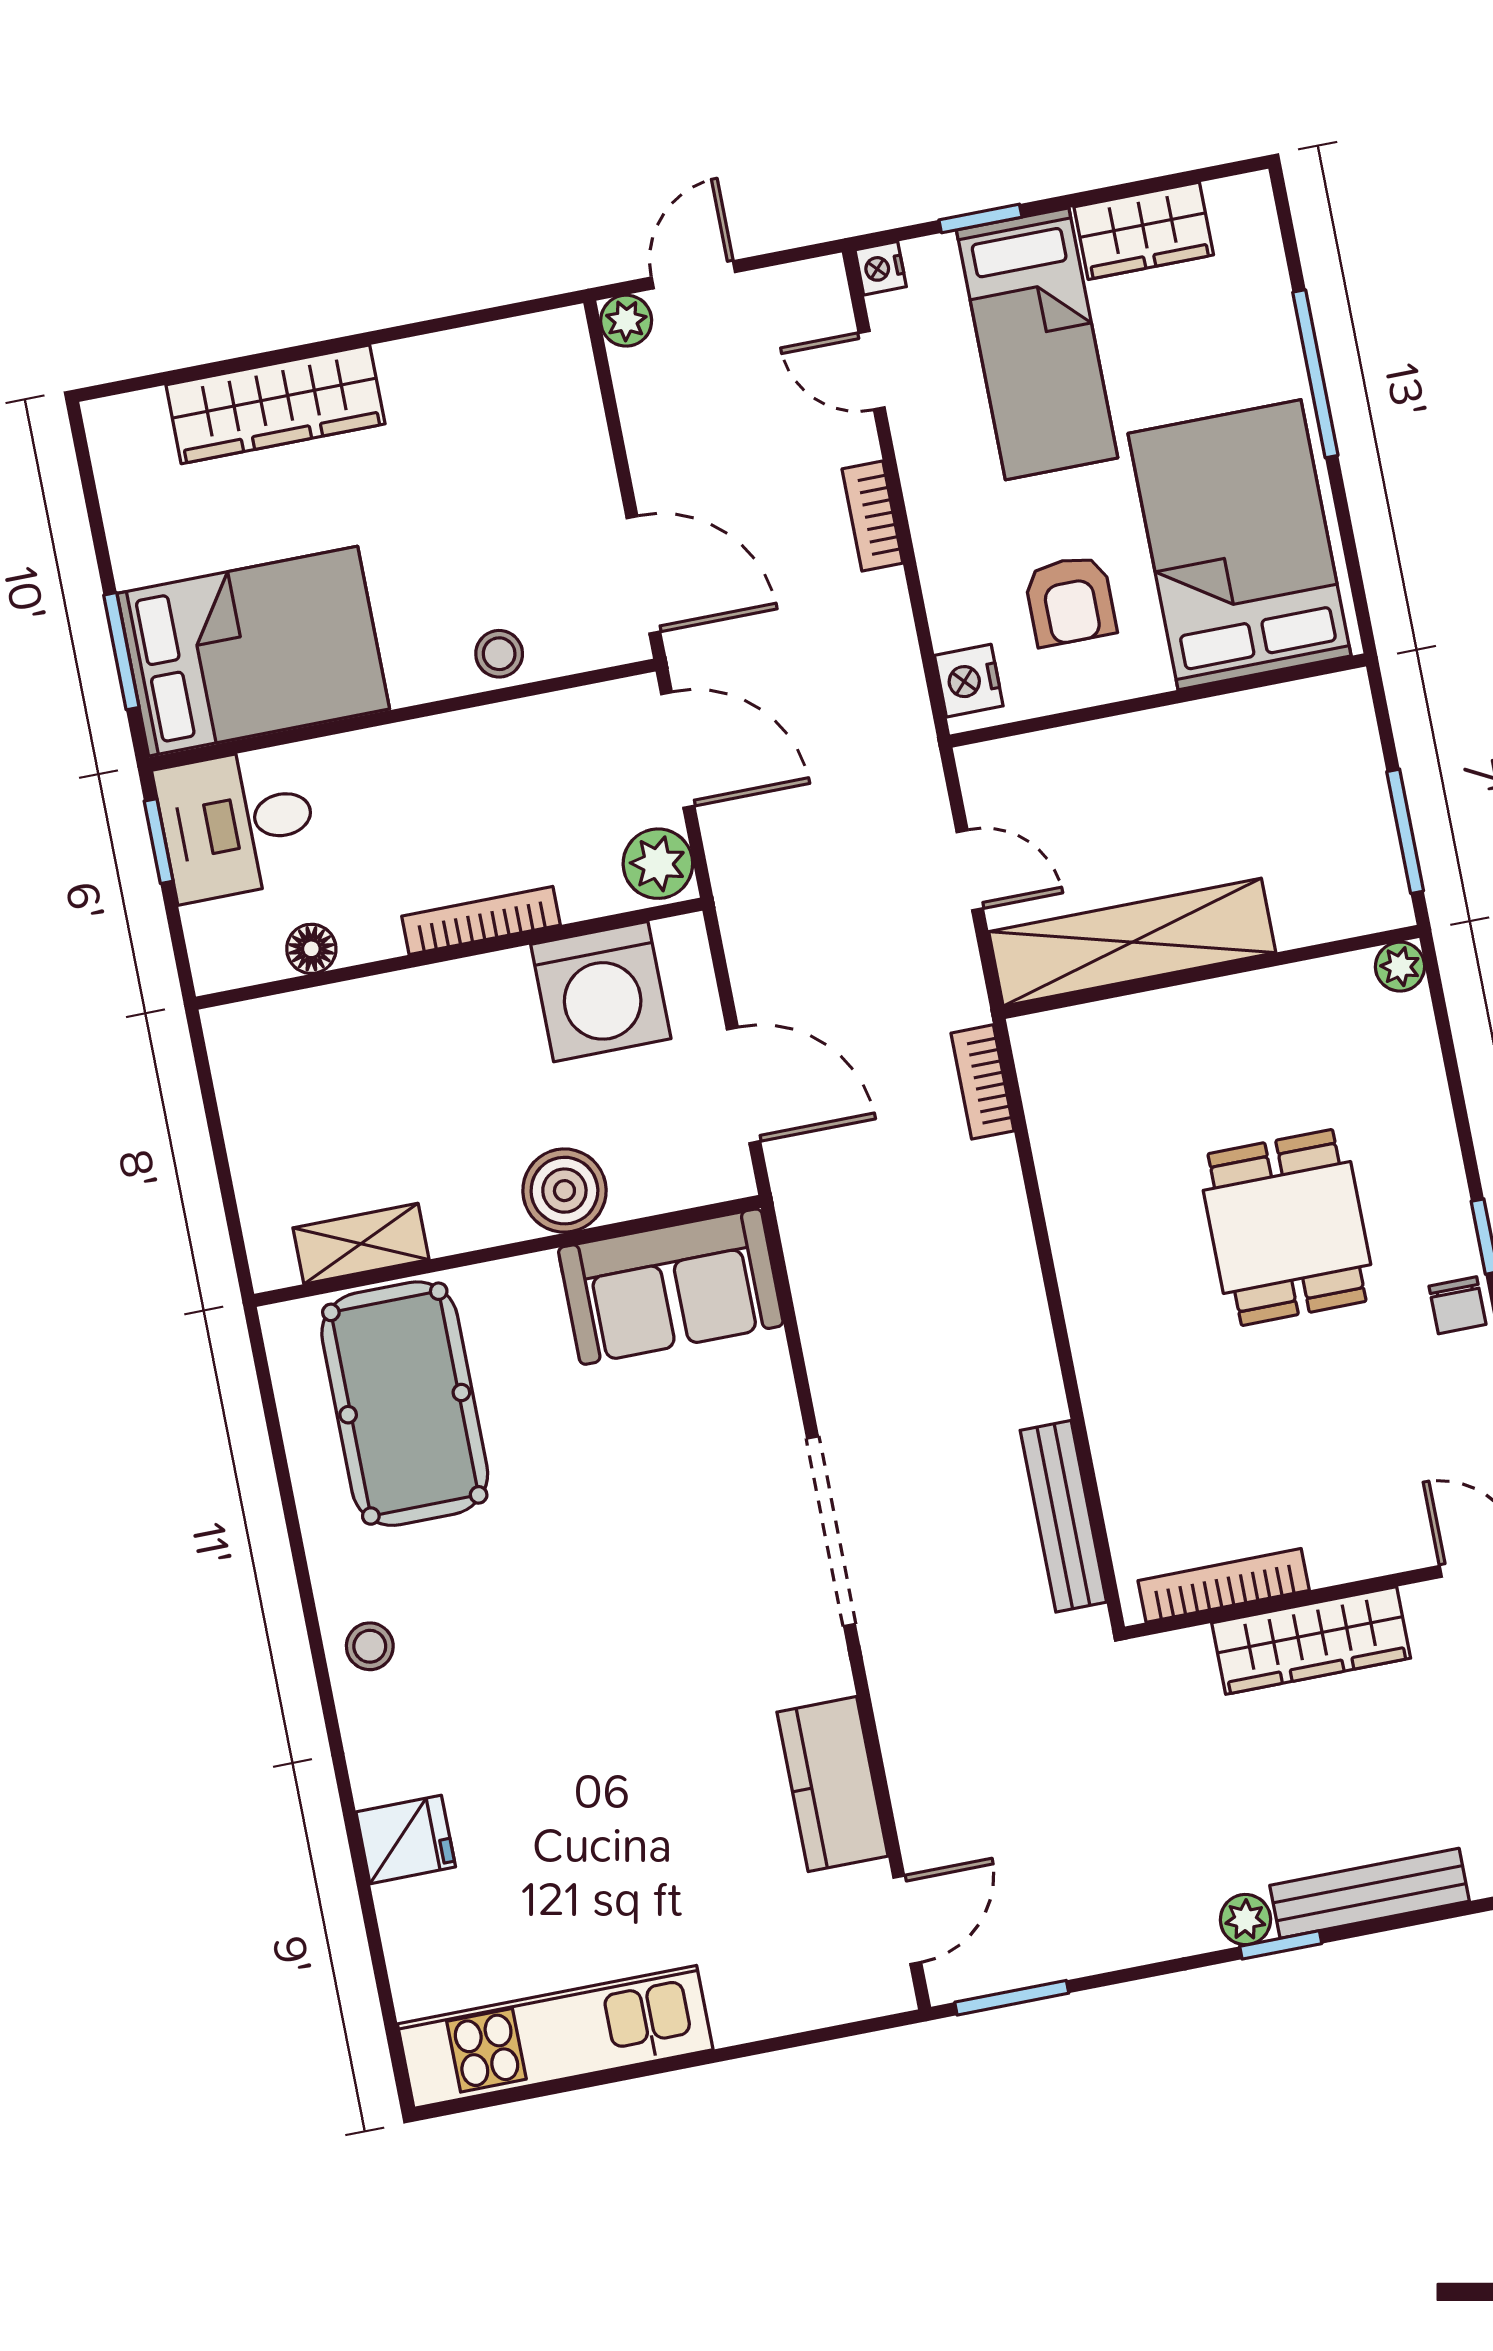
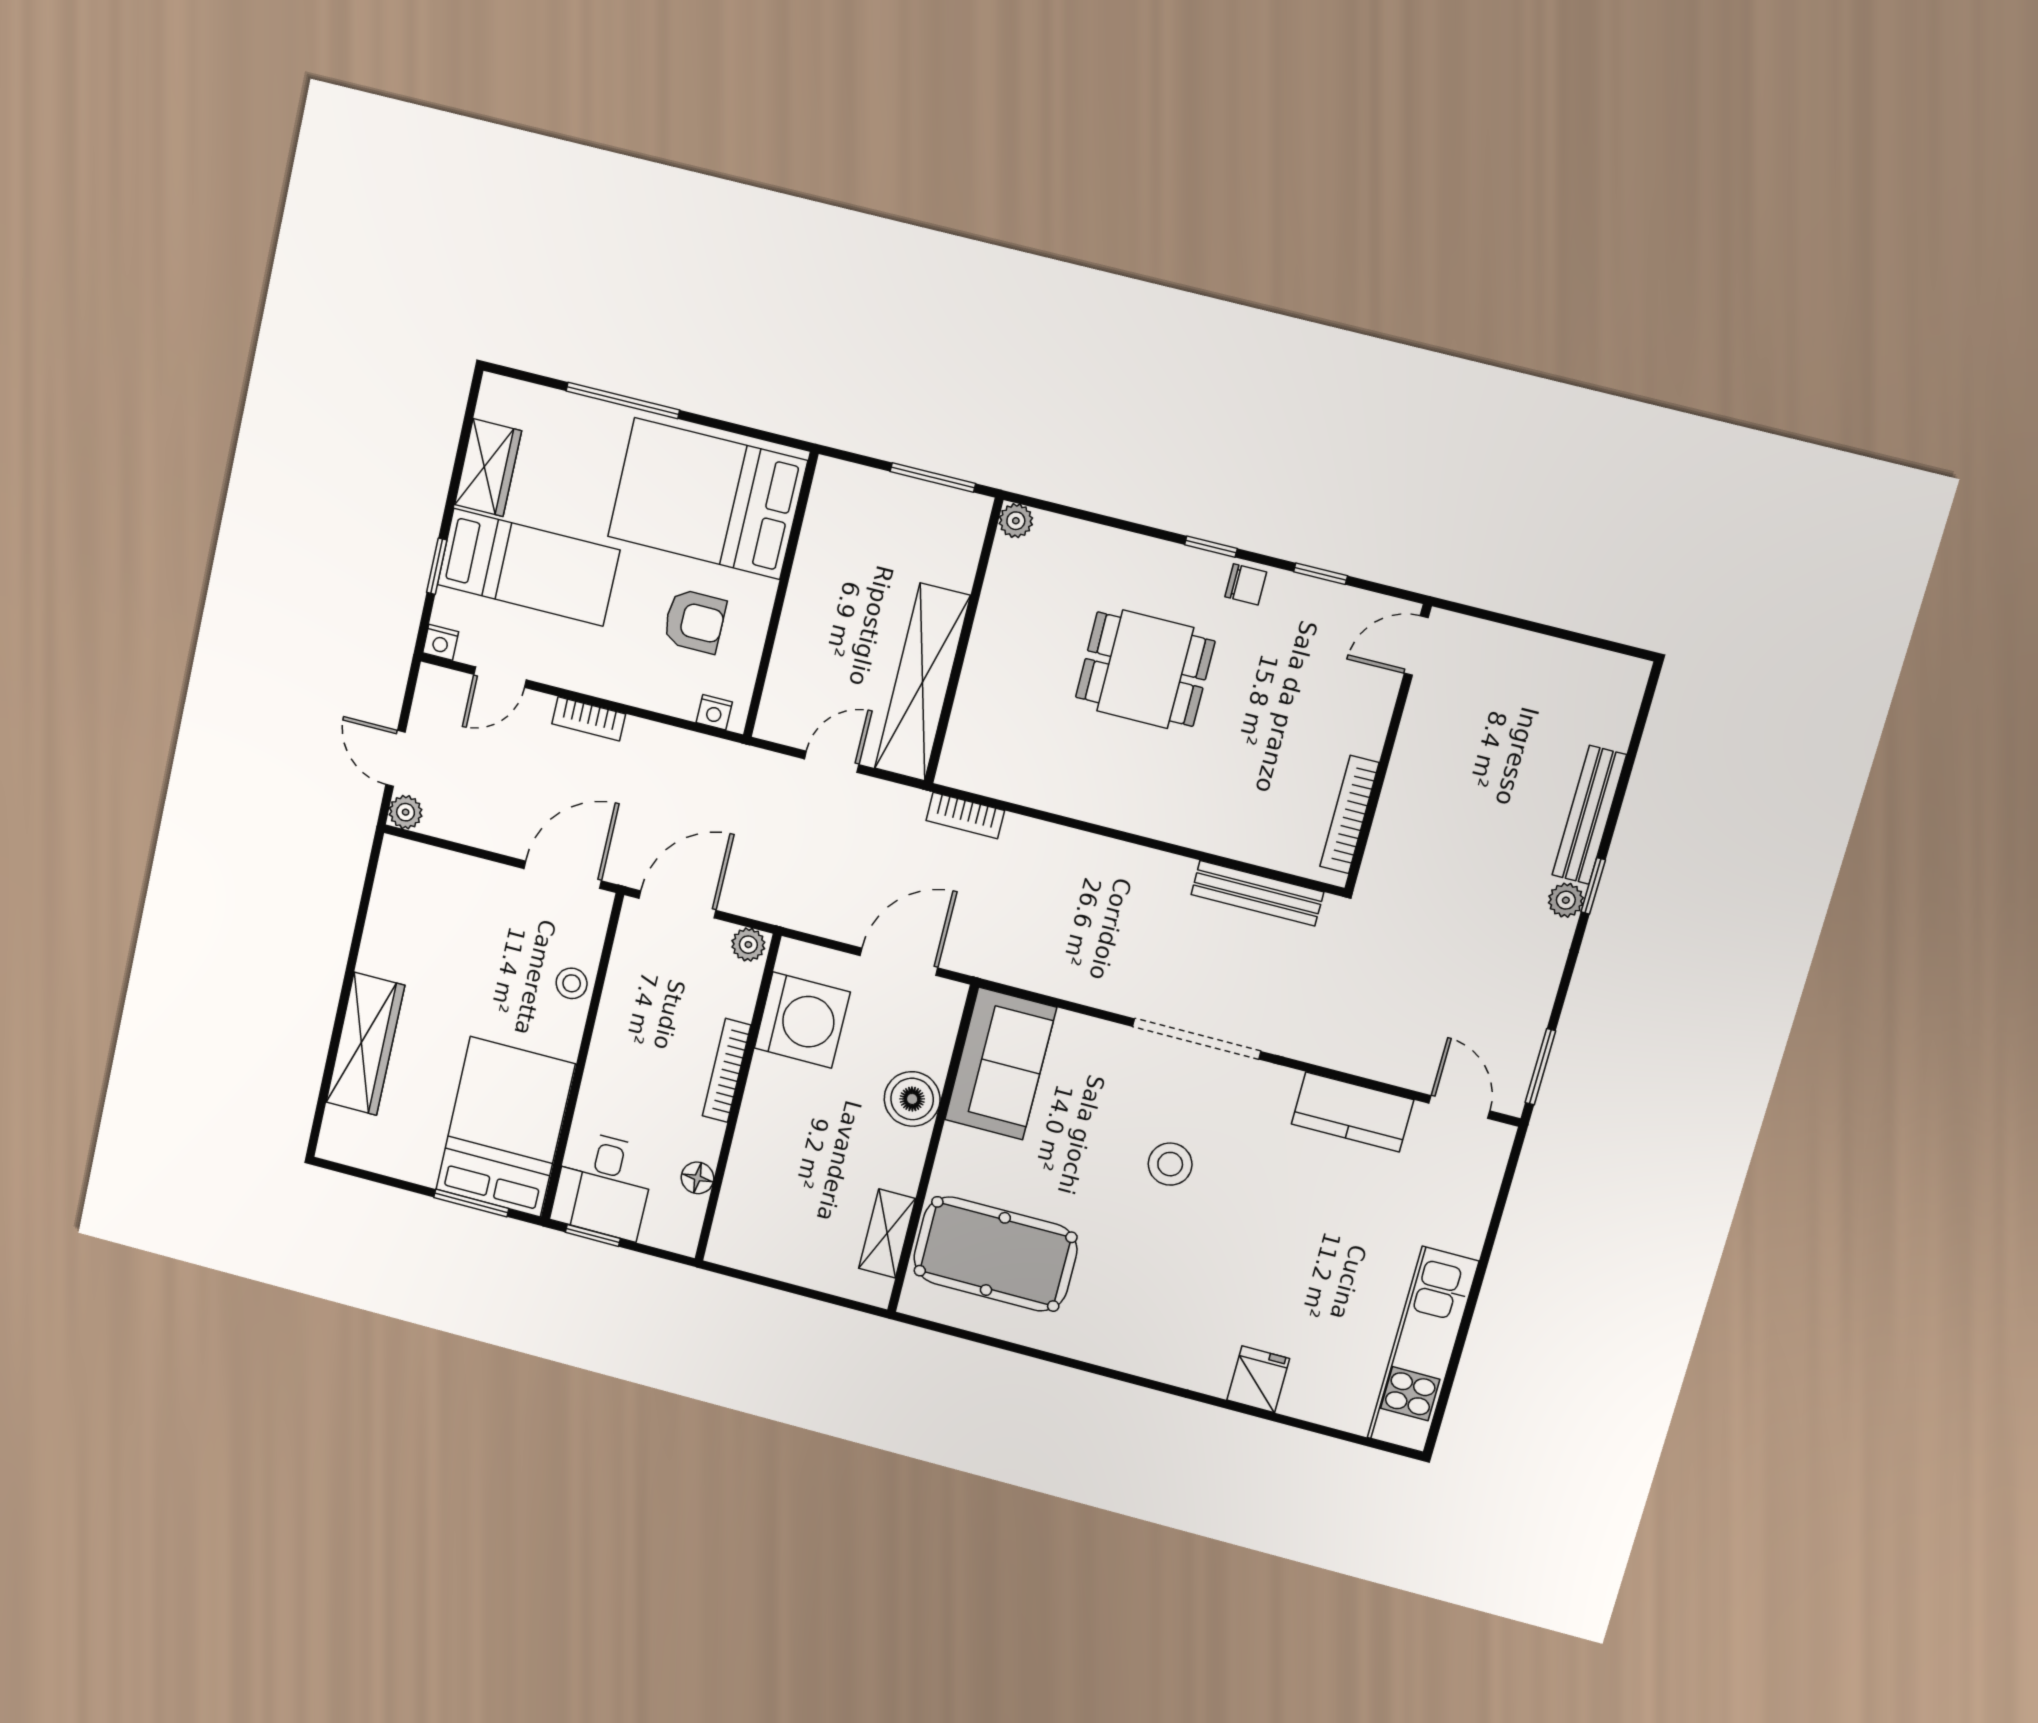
nightstand: (969, 681) -> (714, 712), width x0.72, depth x0.74
plant: (658, 864) -> (748, 945), width x0.73, depth x0.73
wardrobe: (1311, 1641) -> (1411, 776), removed
stool: (370, 1646) -> (1170, 1164), moved, width x1.37, depth x1.37

